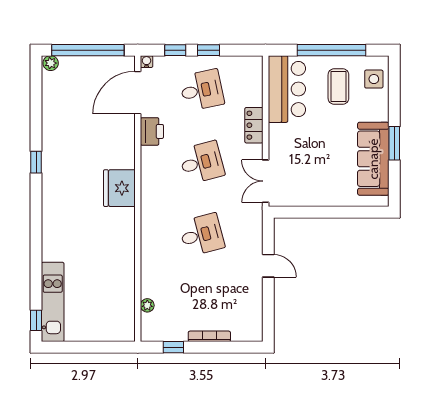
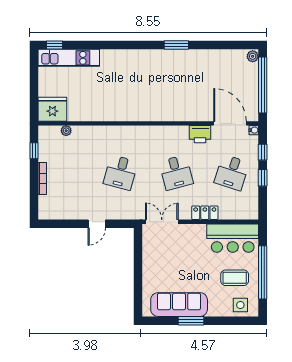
desk: (202, 90) -> (232, 173), turned 30
window: (36, 162) -> (176, 45), width x1.50
fridge: (119, 188) -> (52, 109), moved
desk: (202, 235) -> (121, 173), turned 30

